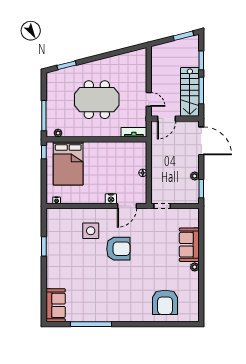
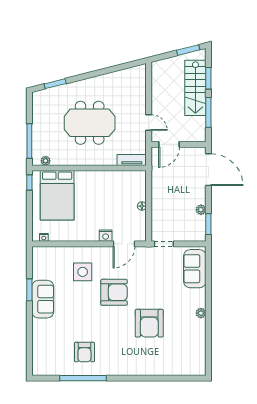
stairs: (190, 92) -> (195, 88), moved
sofa: (189, 245) -> (195, 269), moved
armchair: (92, 301) -> (84, 352), added
armchair: (165, 302) -> (149, 323), moved
sofa: (56, 305) -> (43, 299), moved

